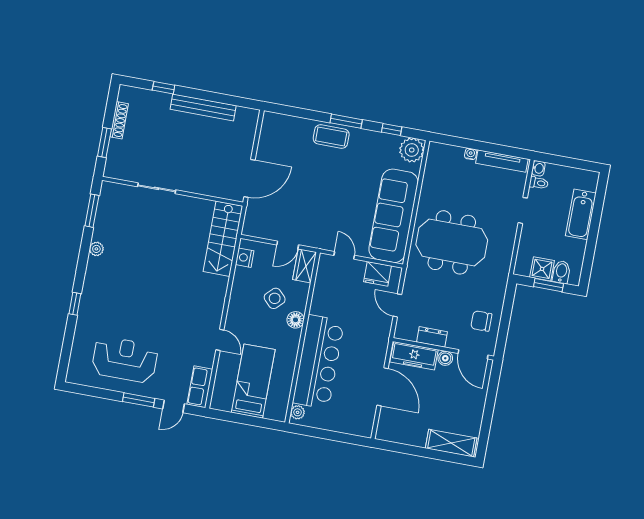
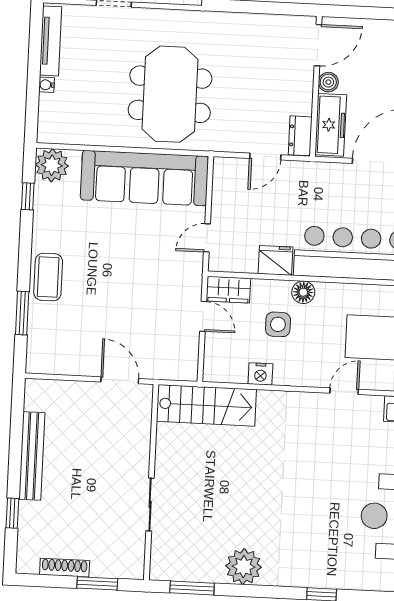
window: (346, 121) -> (22, 313), moved
door: (249, 178) -> (120, 380), width x0.73
plant: (96, 249) -> (244, 567), width x1.87, depth x1.87
nightstand: (245, 258) -> (260, 374), moved
fridge: (378, 274) -> (276, 260), moved, turned -90
side table: (275, 298) -> (278, 324), turned 45
chair: (481, 321) -> (271, 40), removed
dresser: (432, 337) -> (300, 136), moved

